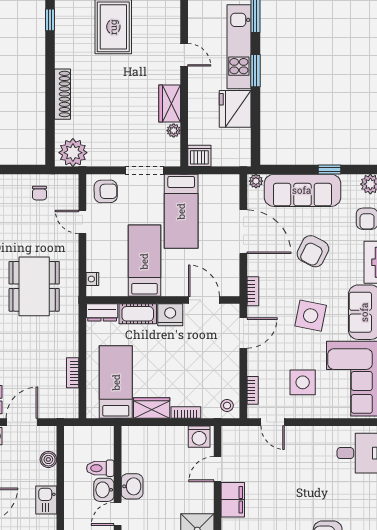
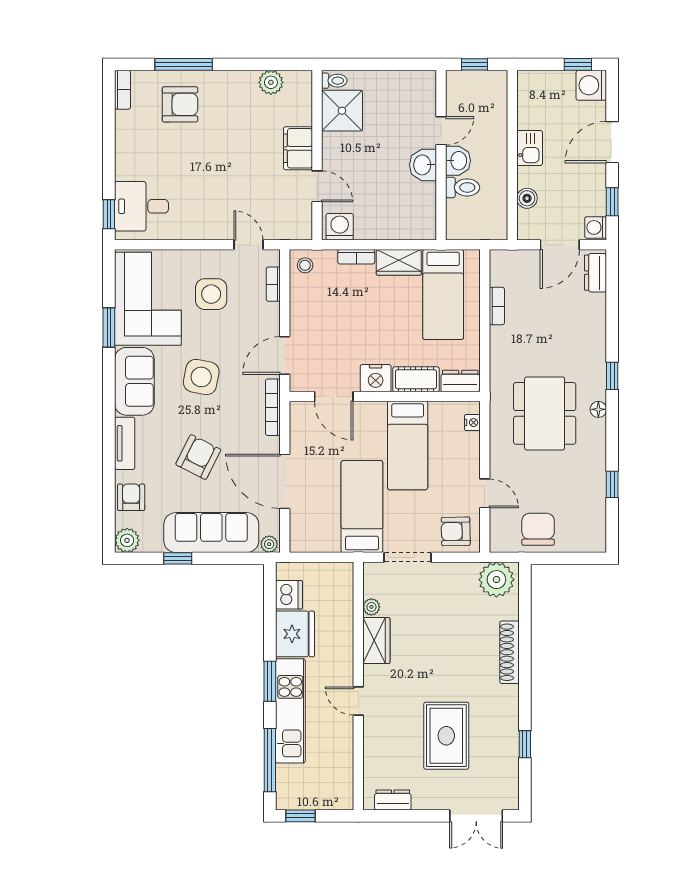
dishwasher: (199, 156) -> (289, 595), moved, turned -90
chair: (39, 193) -> (538, 529), width x1.87, depth x1.87
bookcase: (253, 291) -> (273, 407), width x1.56
door: (217, 469) -> (317, 186), hinge flipped

